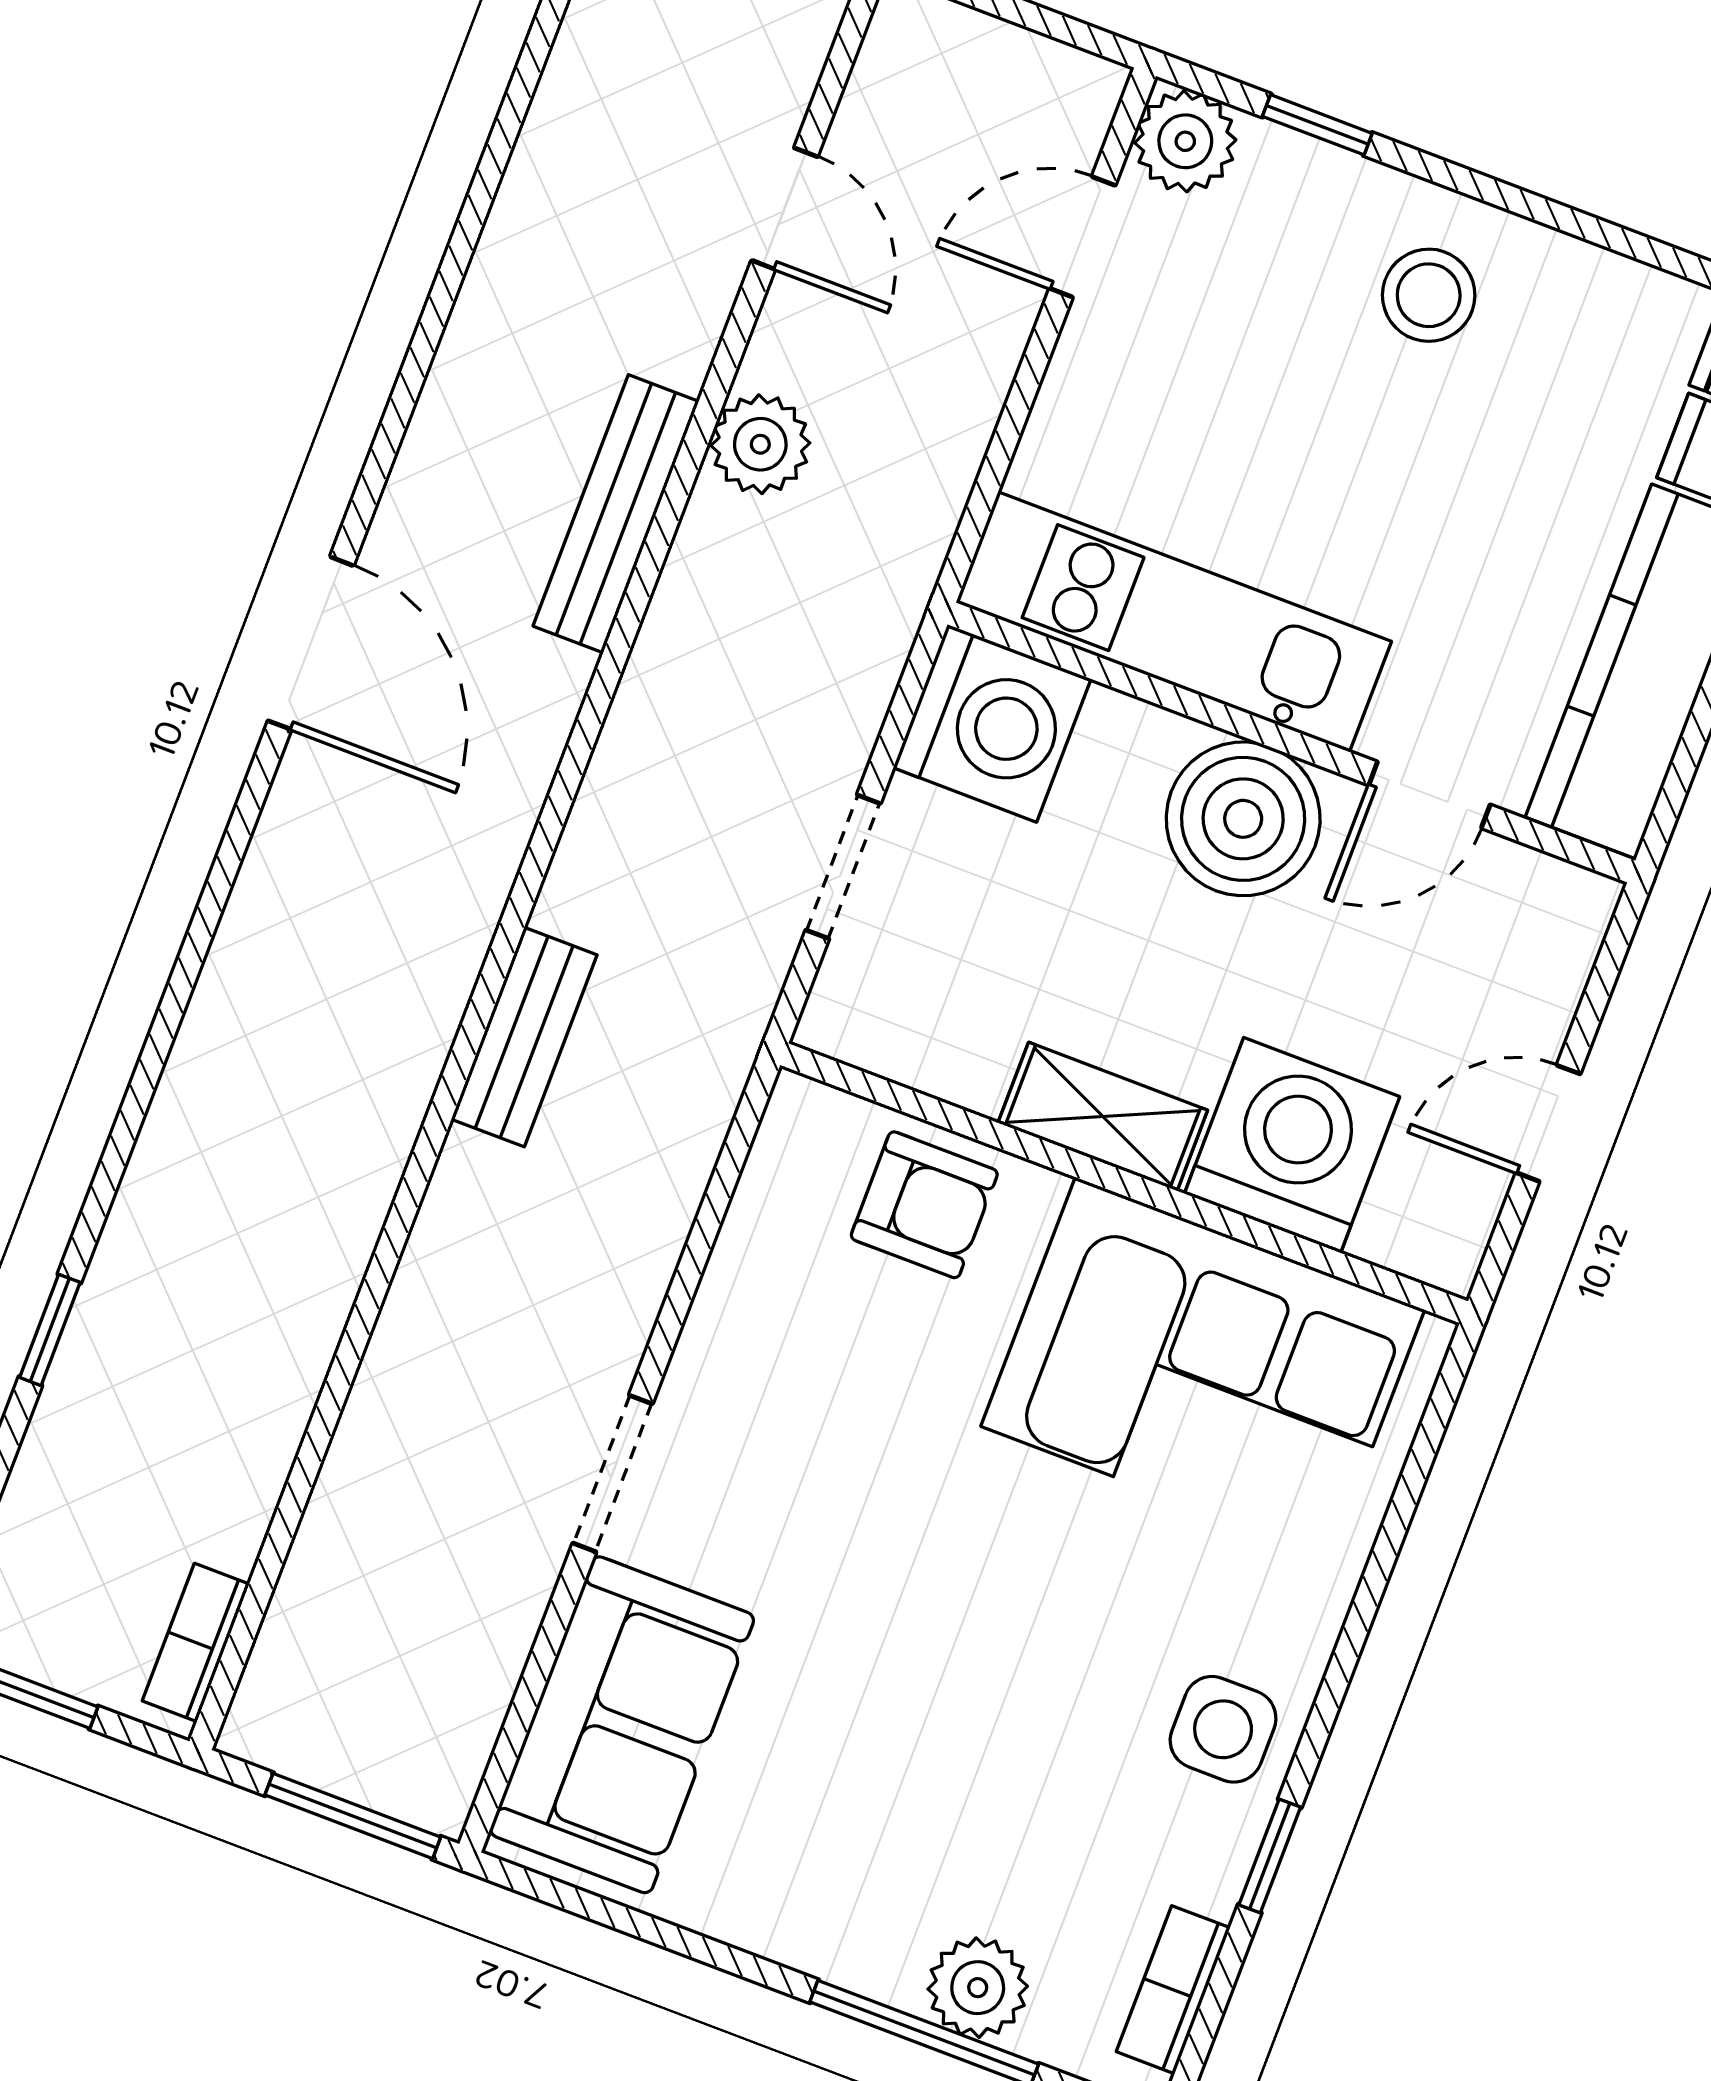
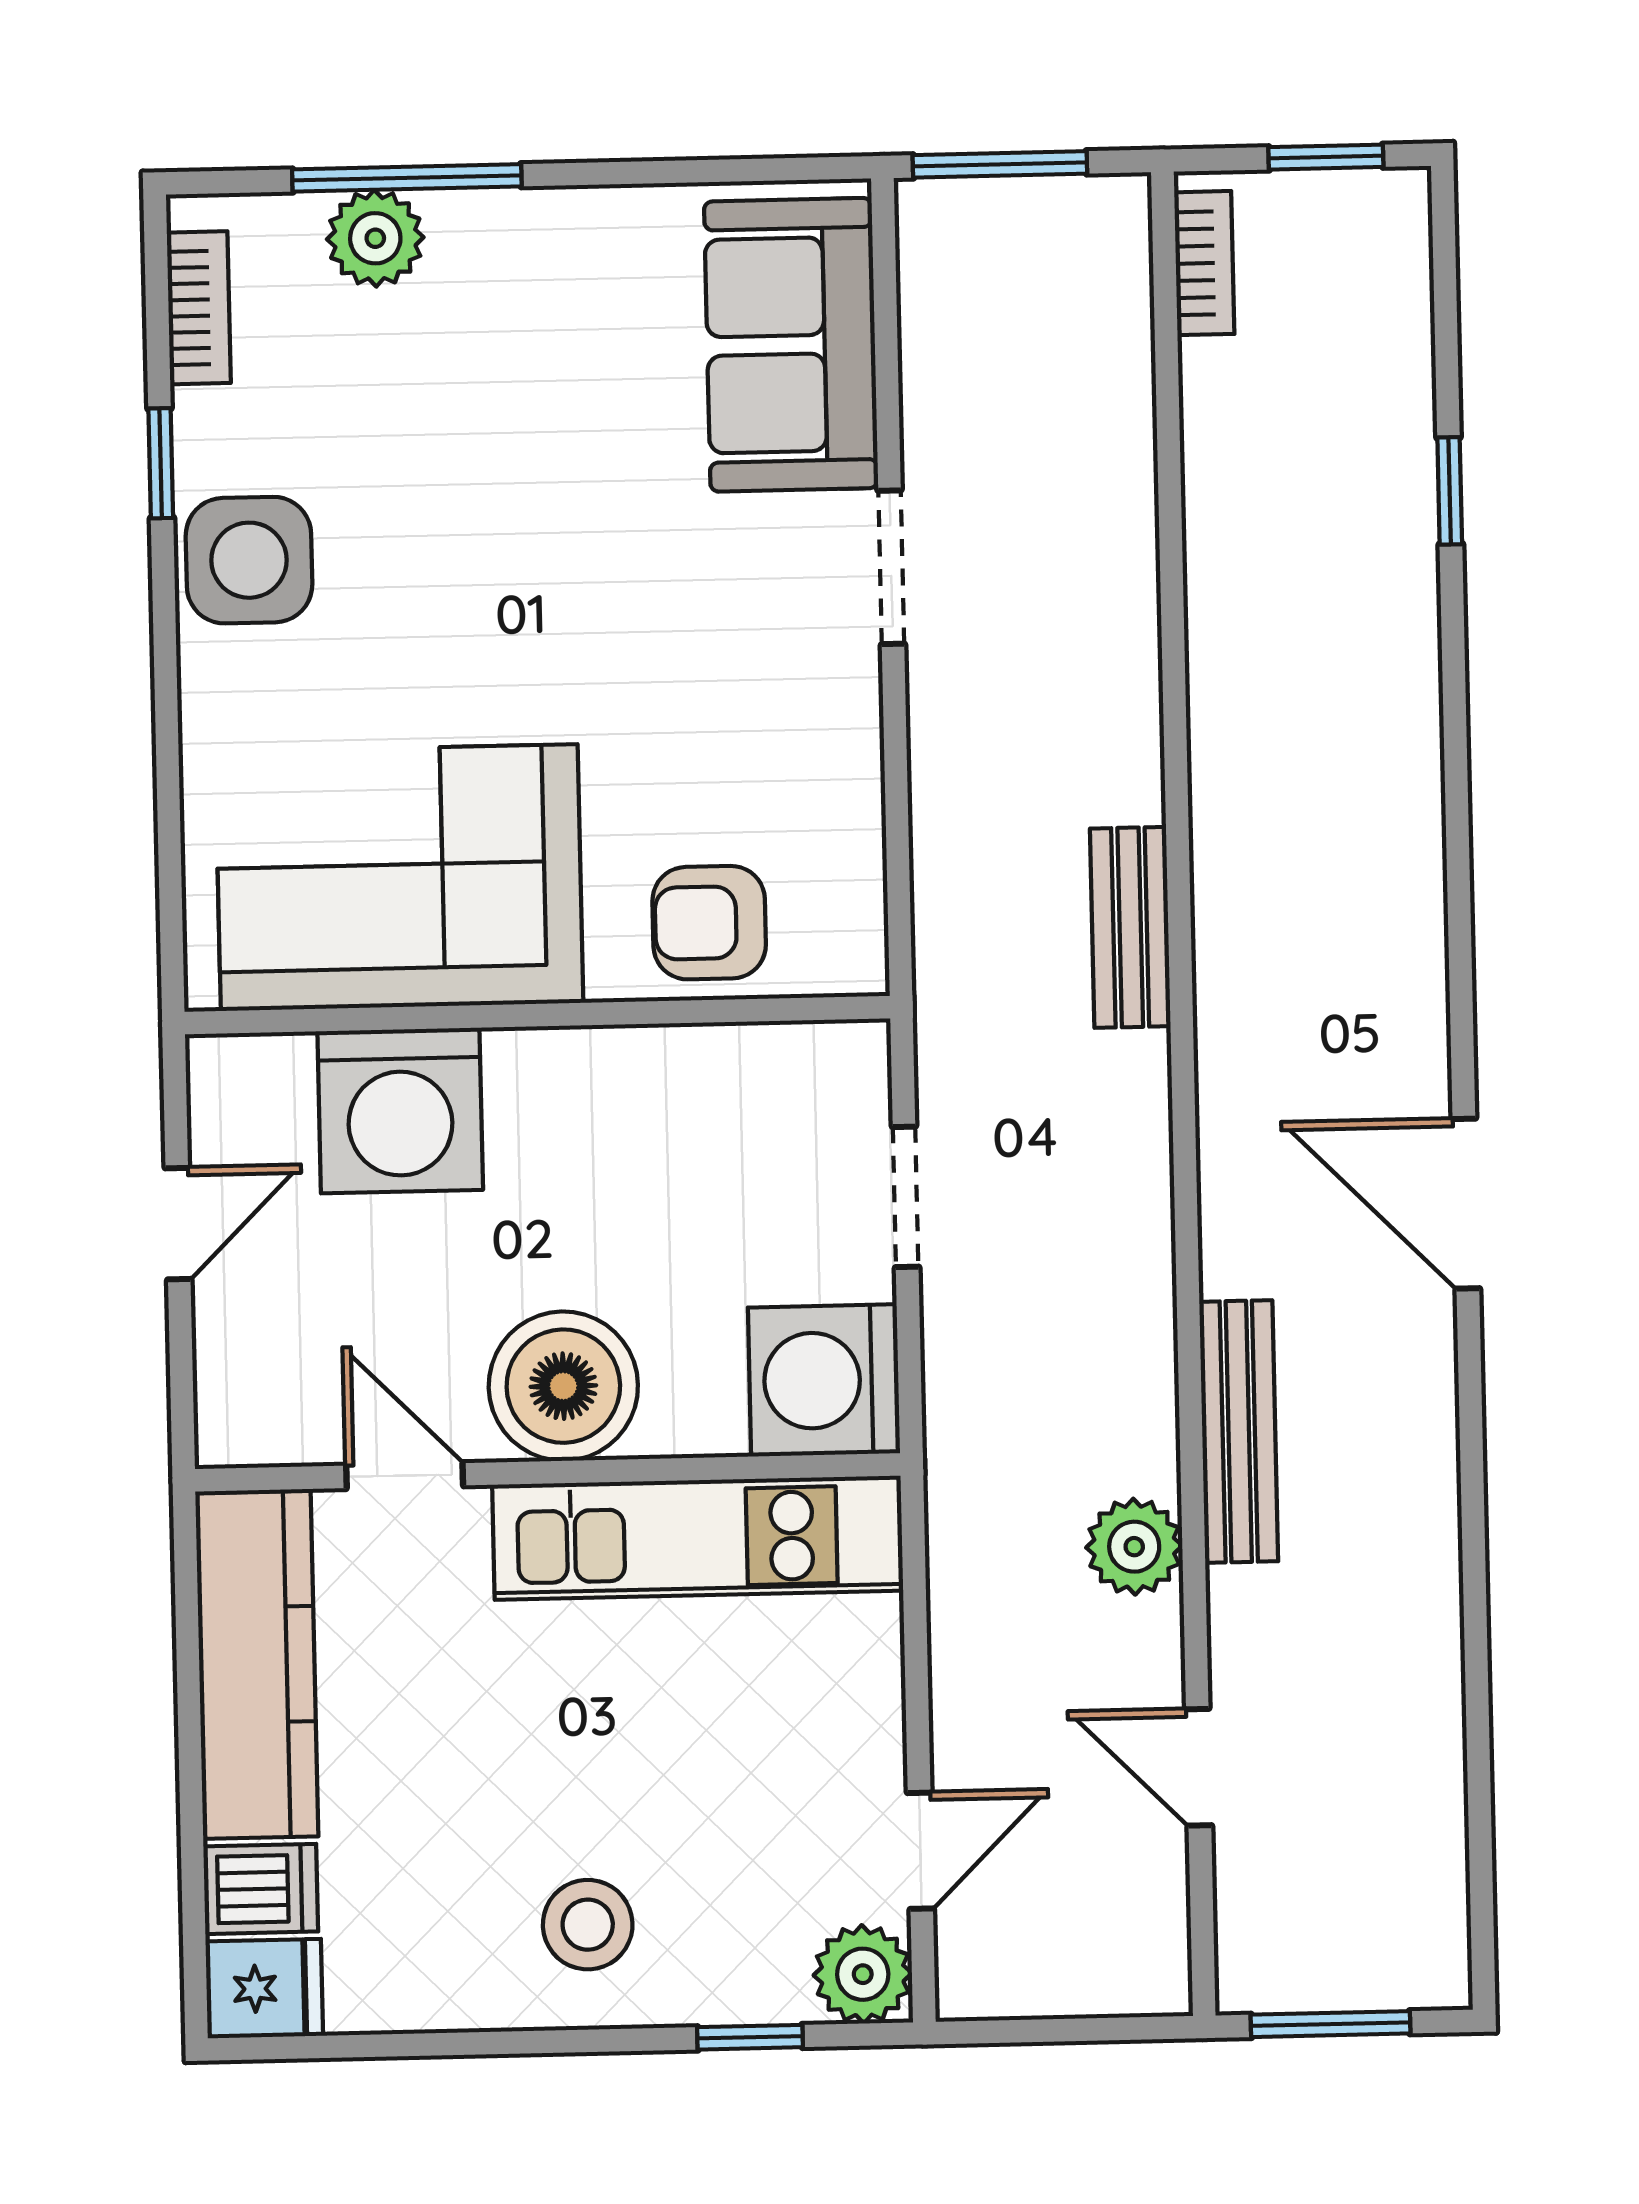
door: (1429, 795) -> (405, 1476), hinge flipped
shelving: (1103, 1117) -> (581, 1067), removed
side table: (1223, 1729) -> (249, 560), width x1.37, depth x1.37

